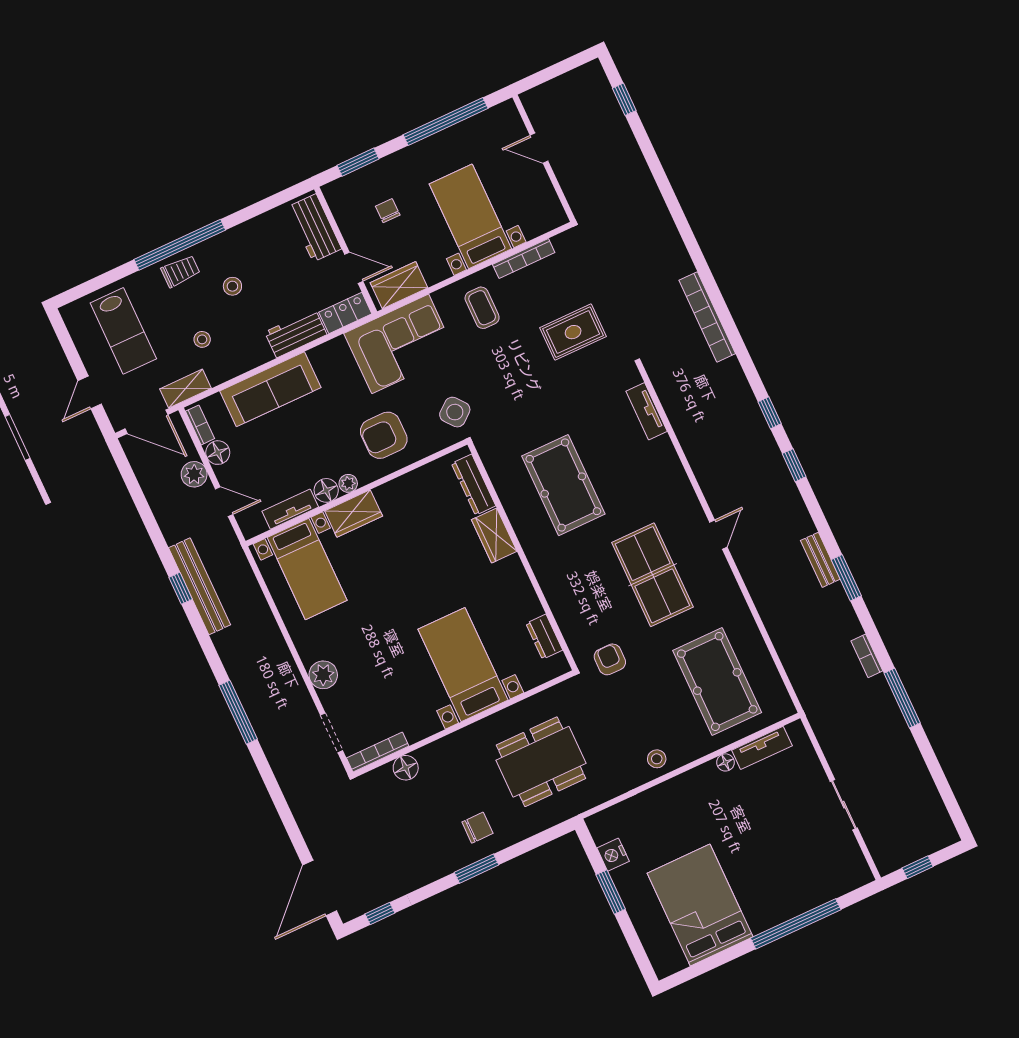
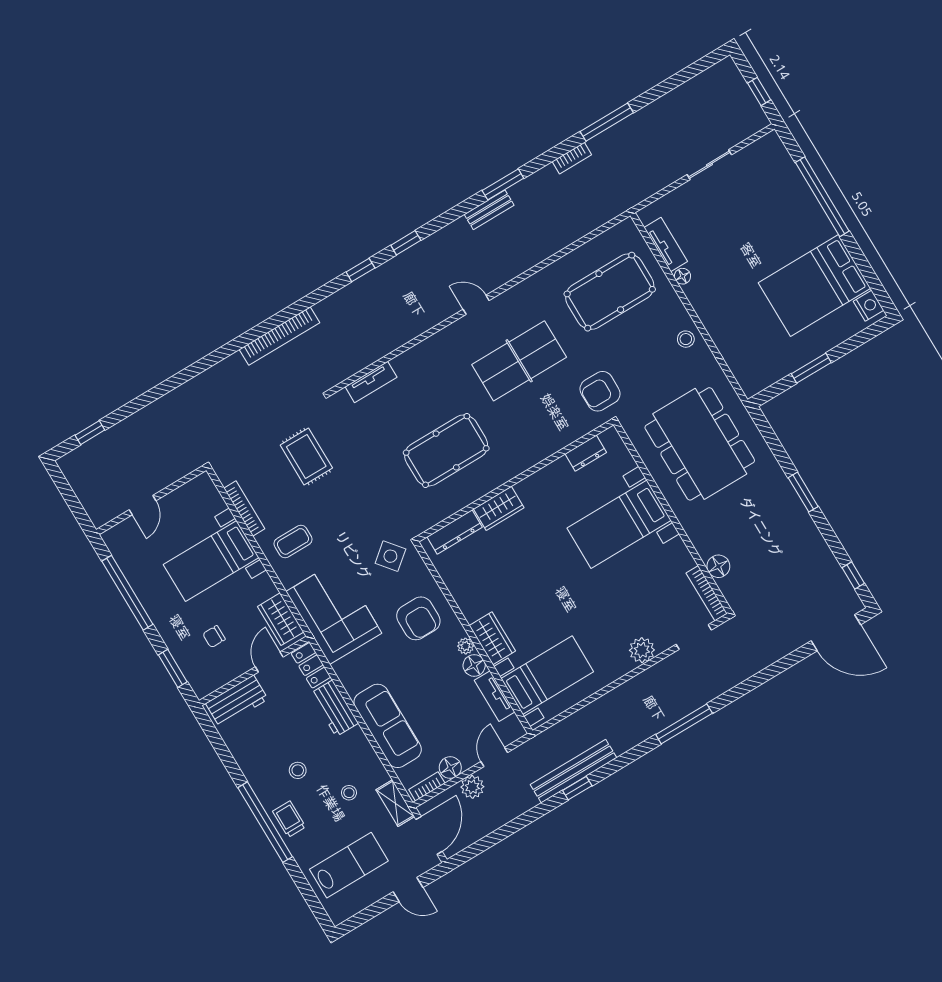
armchair: (610, 659) -> (600, 391), width x1.38, depth x1.38
dining table: (541, 762) -> (700, 444), width x1.36, depth x1.24
chair: (477, 828) -> (766, 495), removed
nightstand: (613, 855) -> (869, 306), moved, turned -90

